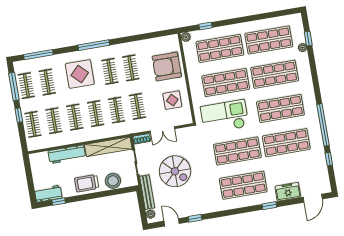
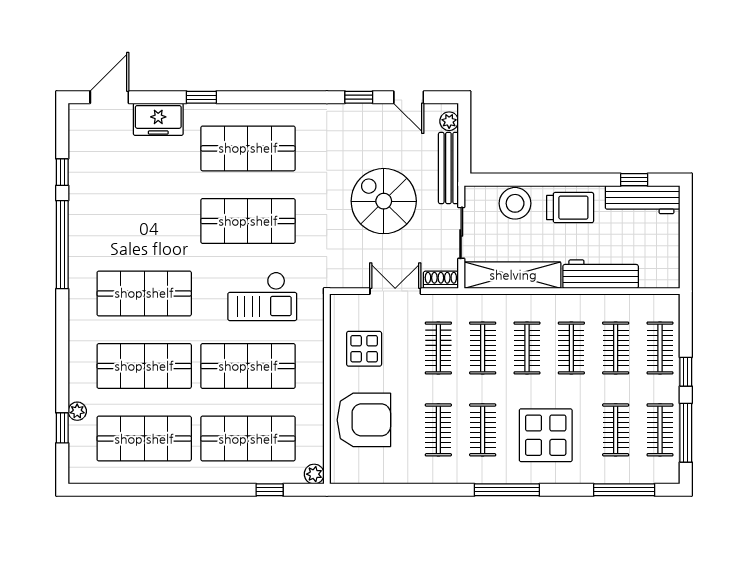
checkout: (225, 117) -> (262, 296), width x0.73, depth x0.83
shop shelf: (286, 143) -> (144, 221), removed
workbench: (48, 194) -> (643, 200), width x1.37

